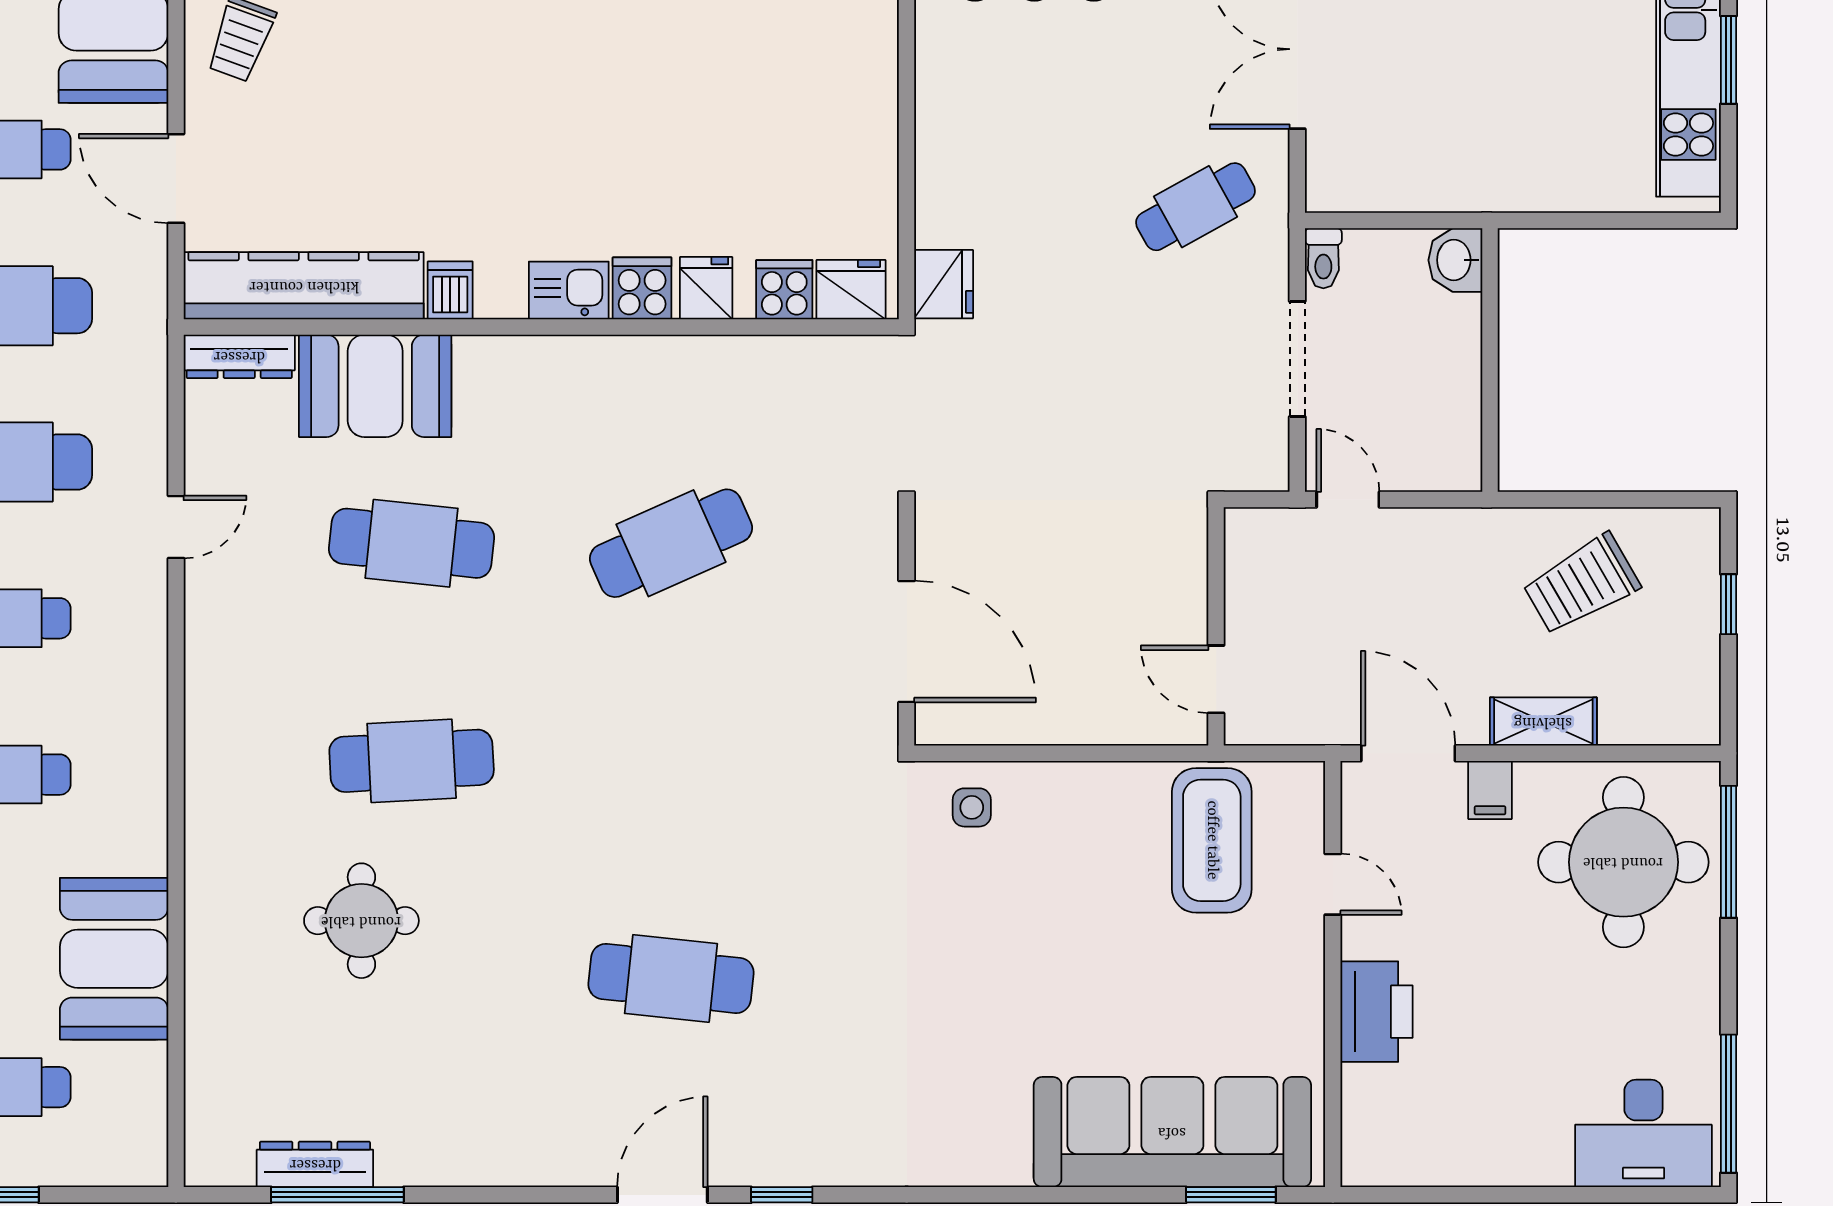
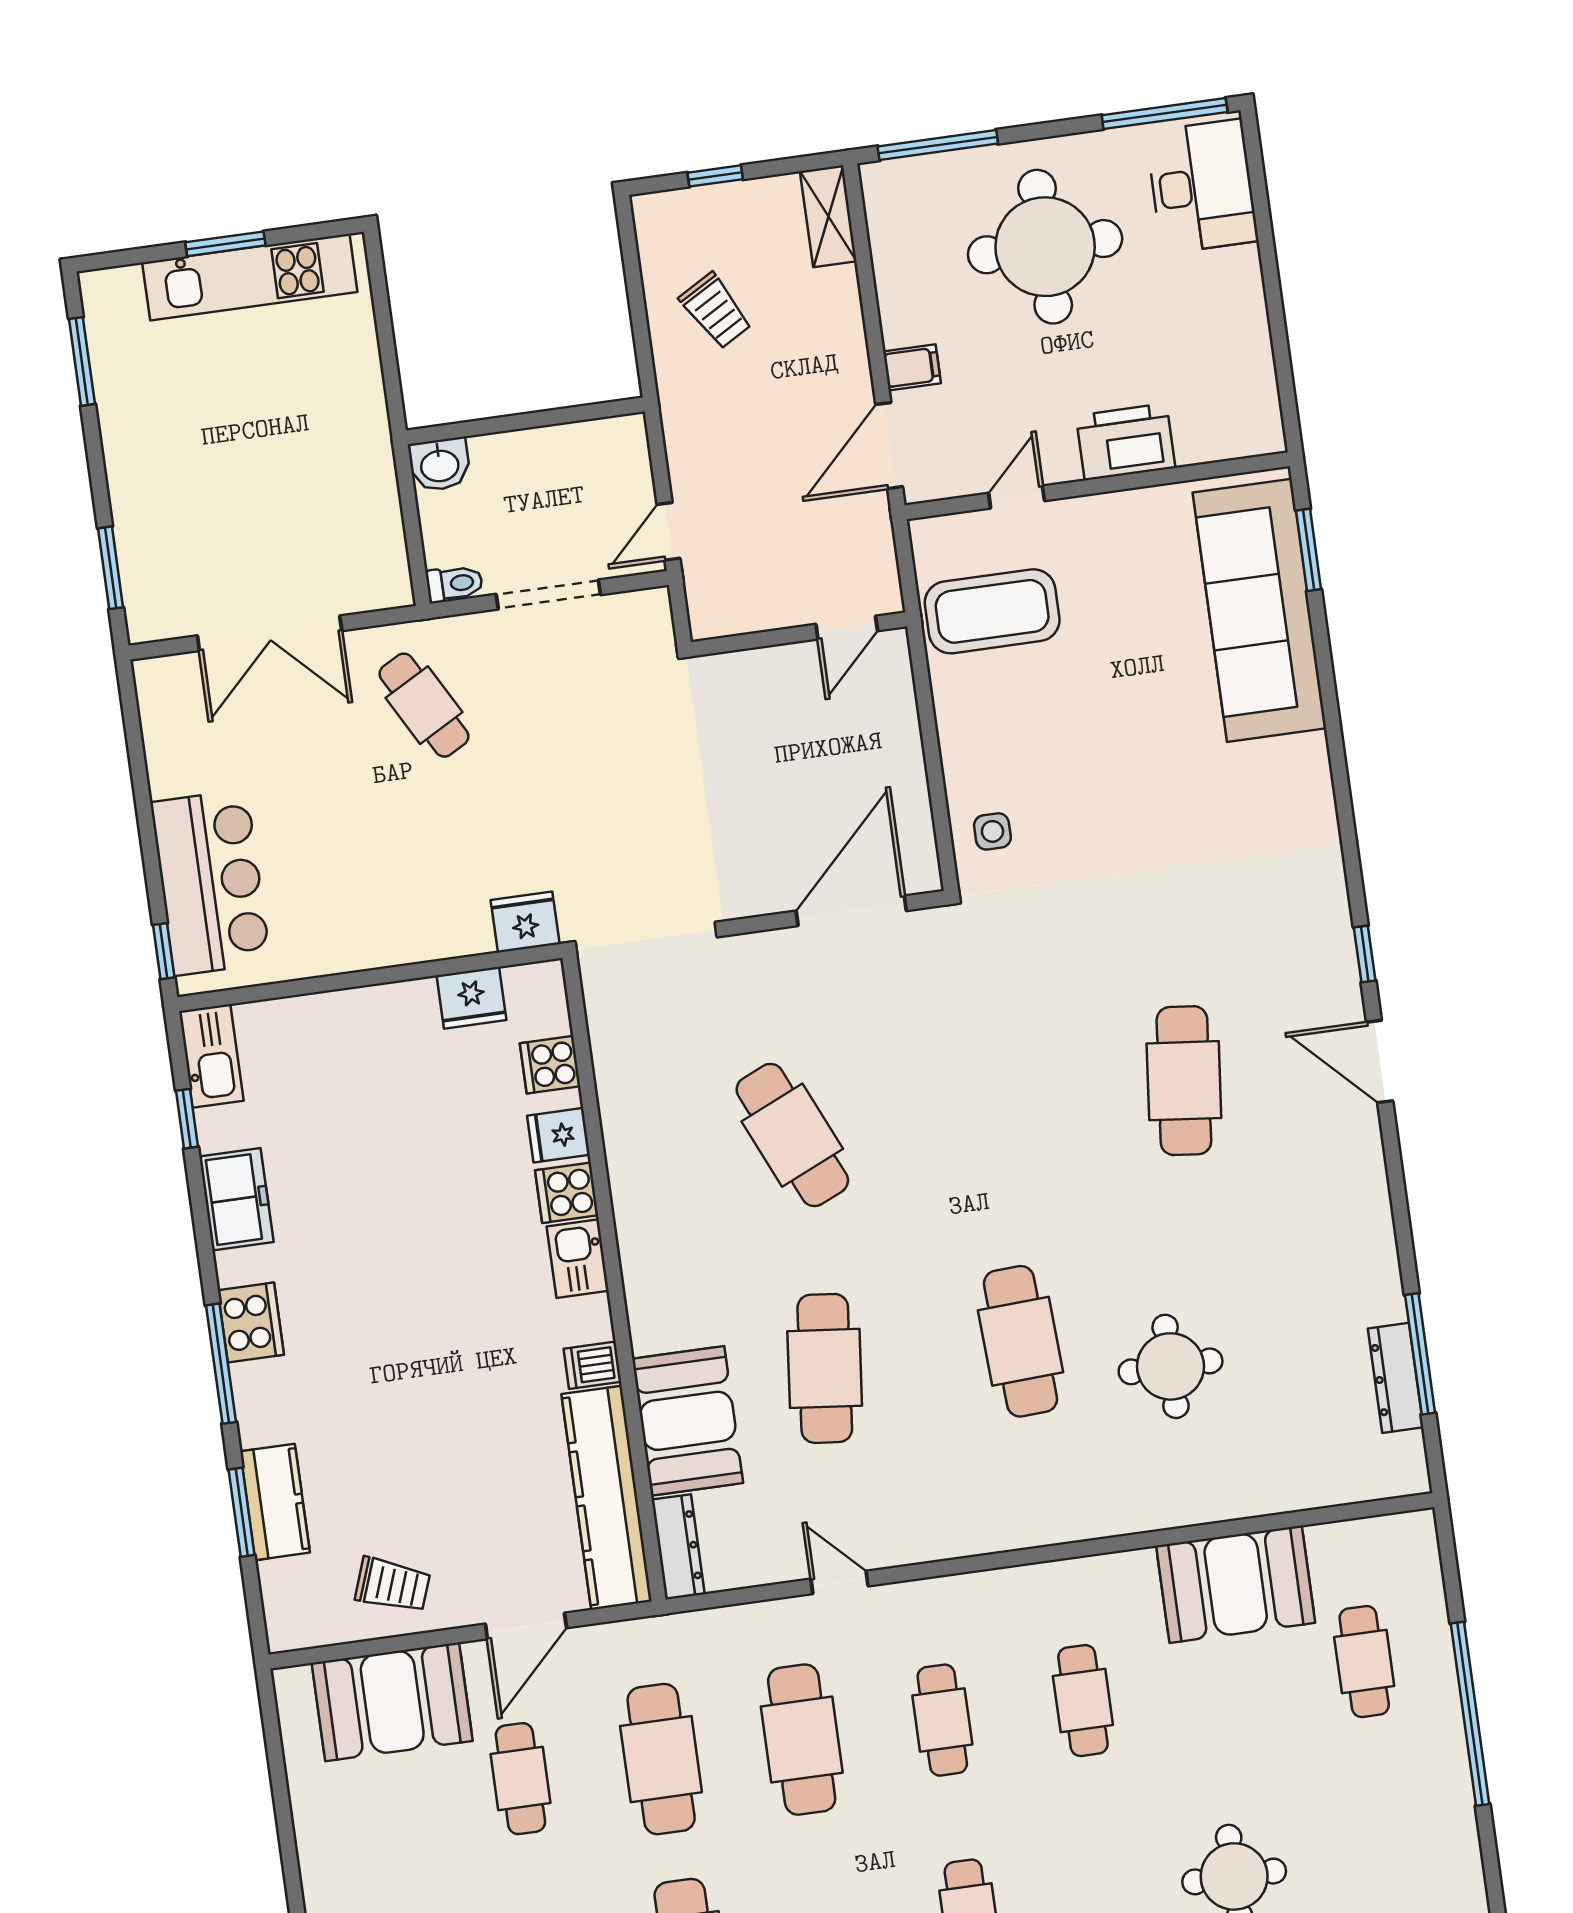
fridge: (851, 290) -> (472, 998), moved, turned -90
trolley: (1581, 584) -> (716, 311), width x0.73, depth x0.72
shelving: (1543, 722) -> (828, 216), moved
round table: (1623, 862) -> (1045, 247), moved

